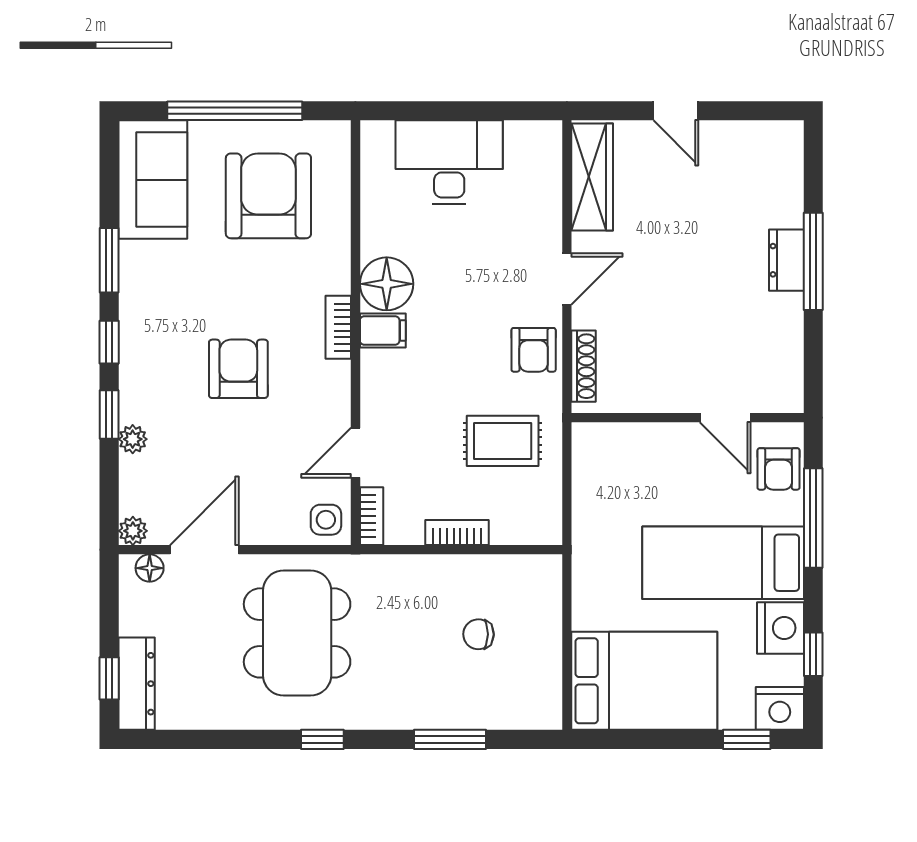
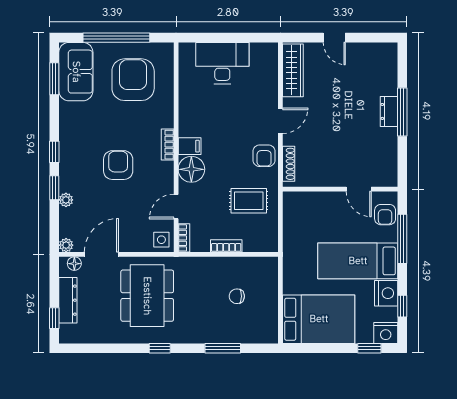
window: (109, 260) -> (54, 79), moved
floor lamp: (387, 284) -> (191, 169), moved
dresser: (137, 684) -> (68, 300), moved

